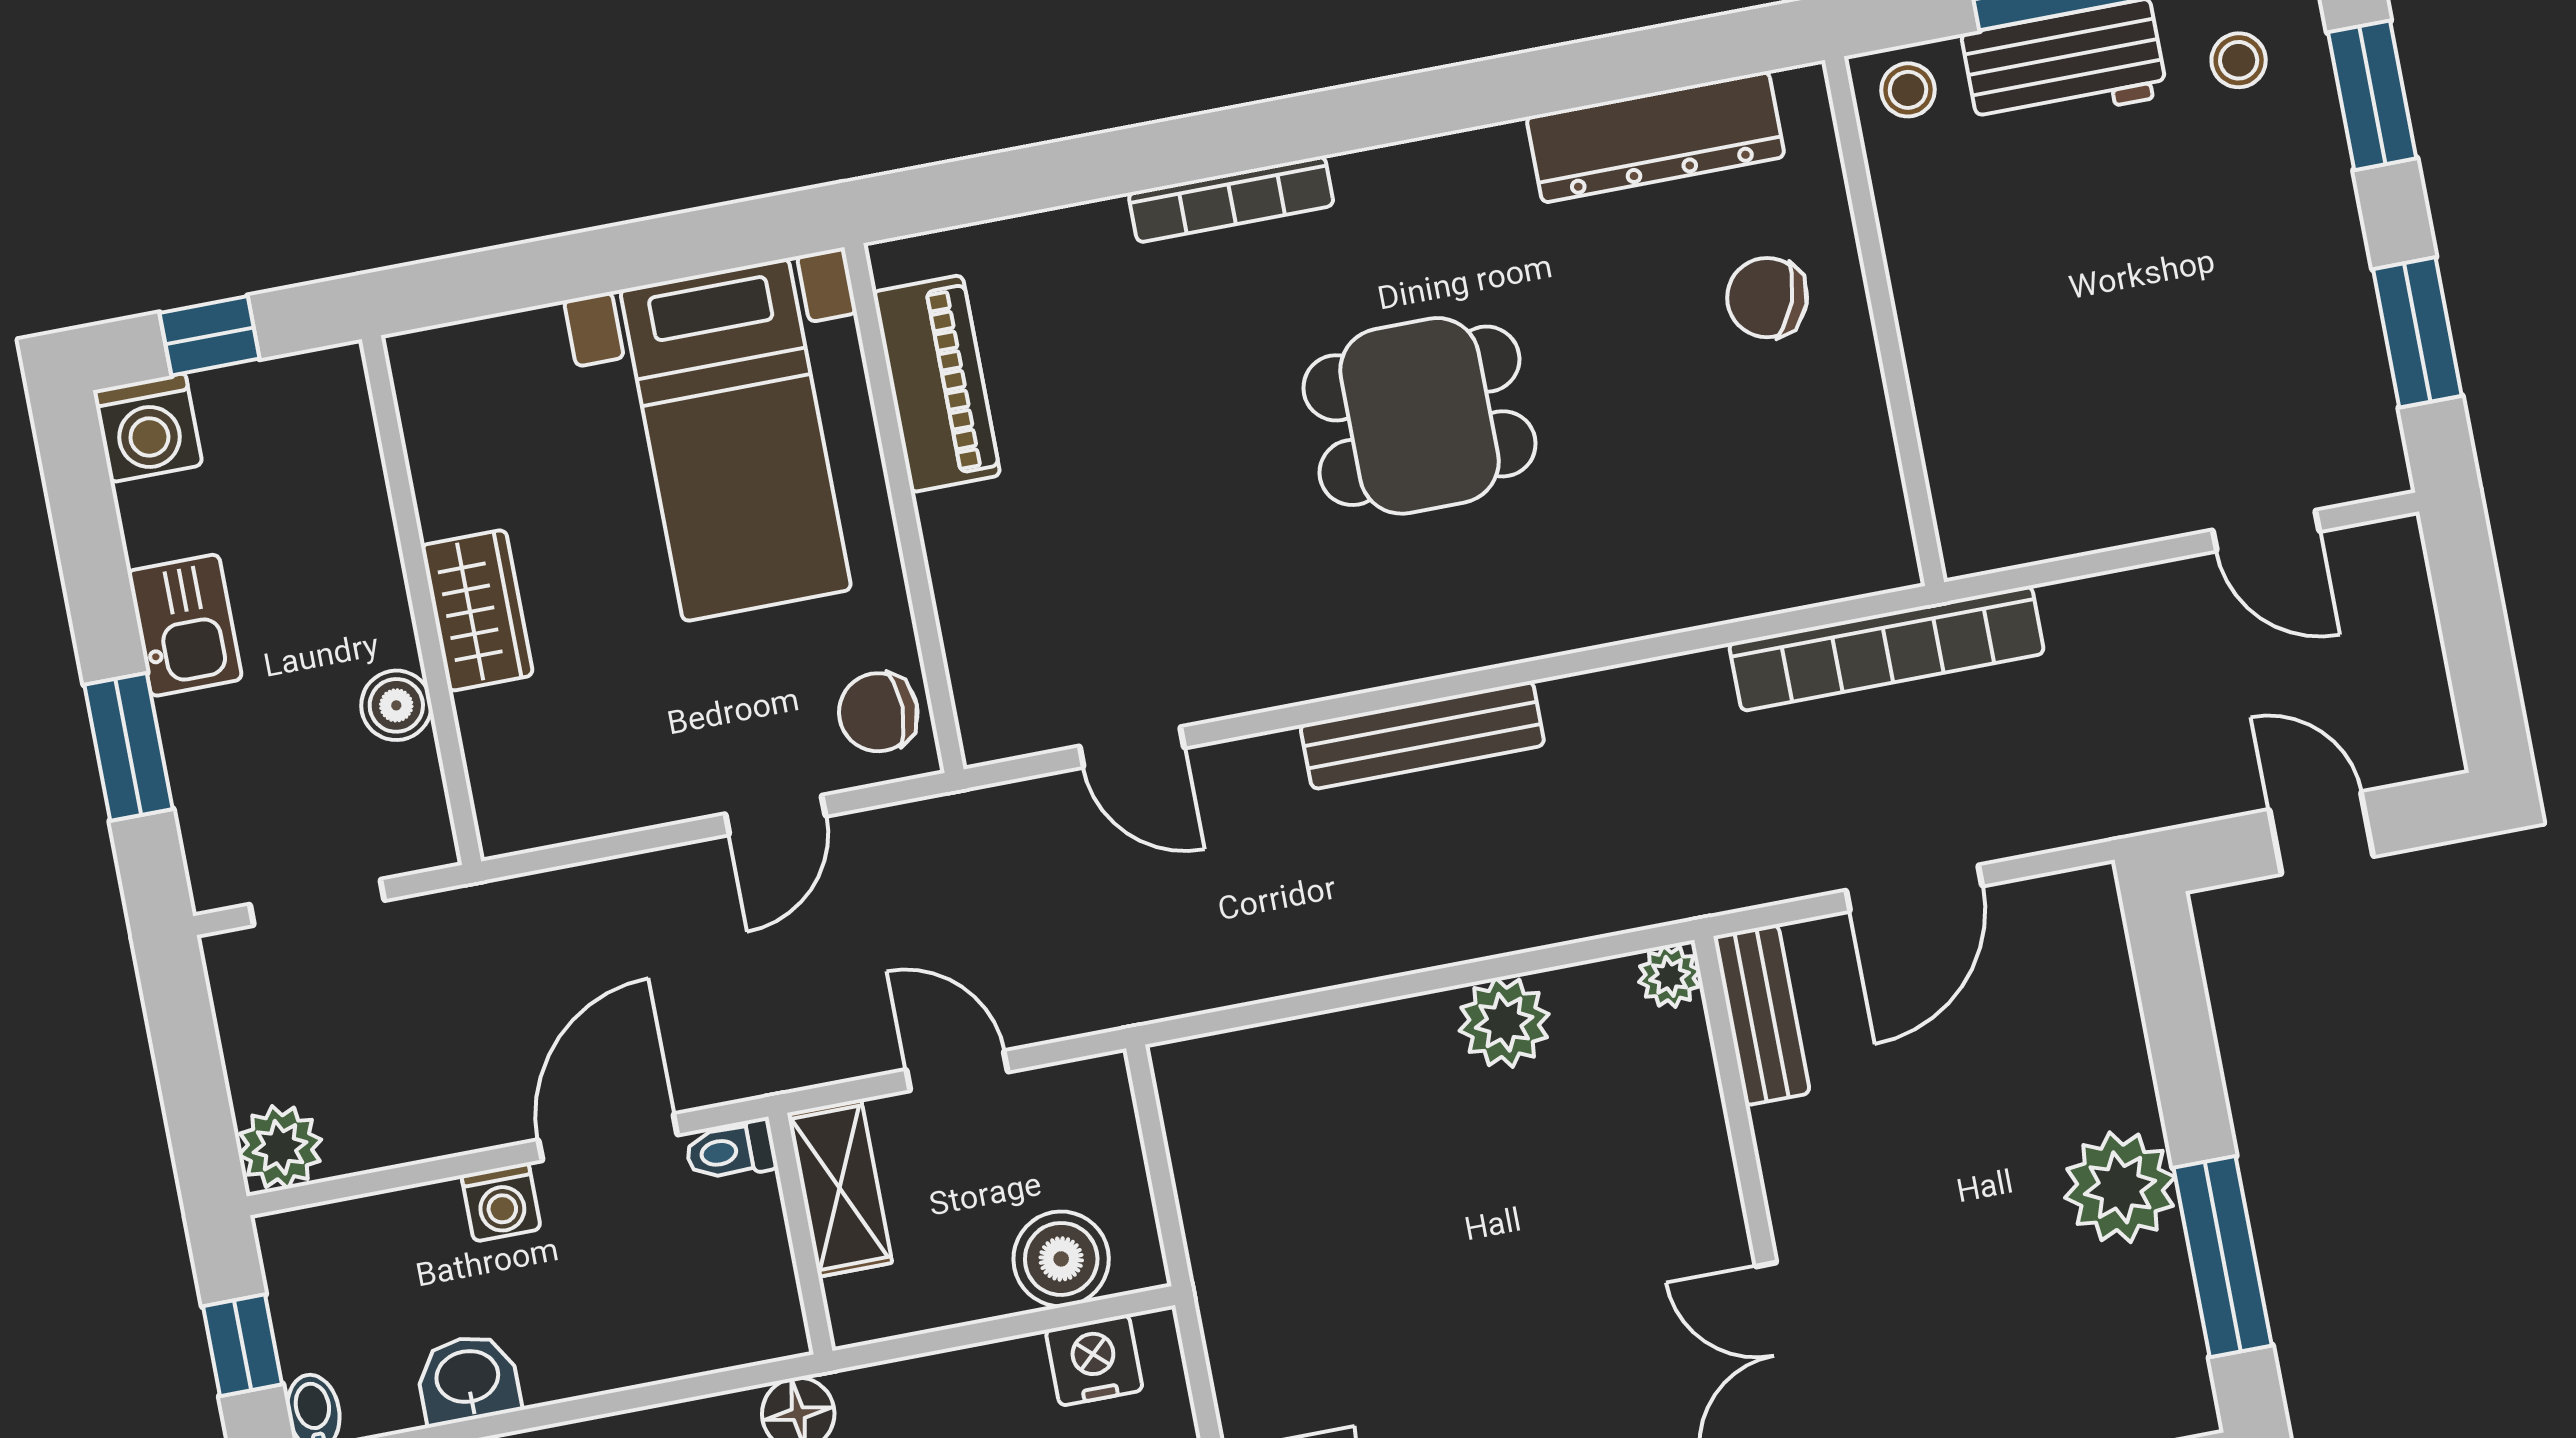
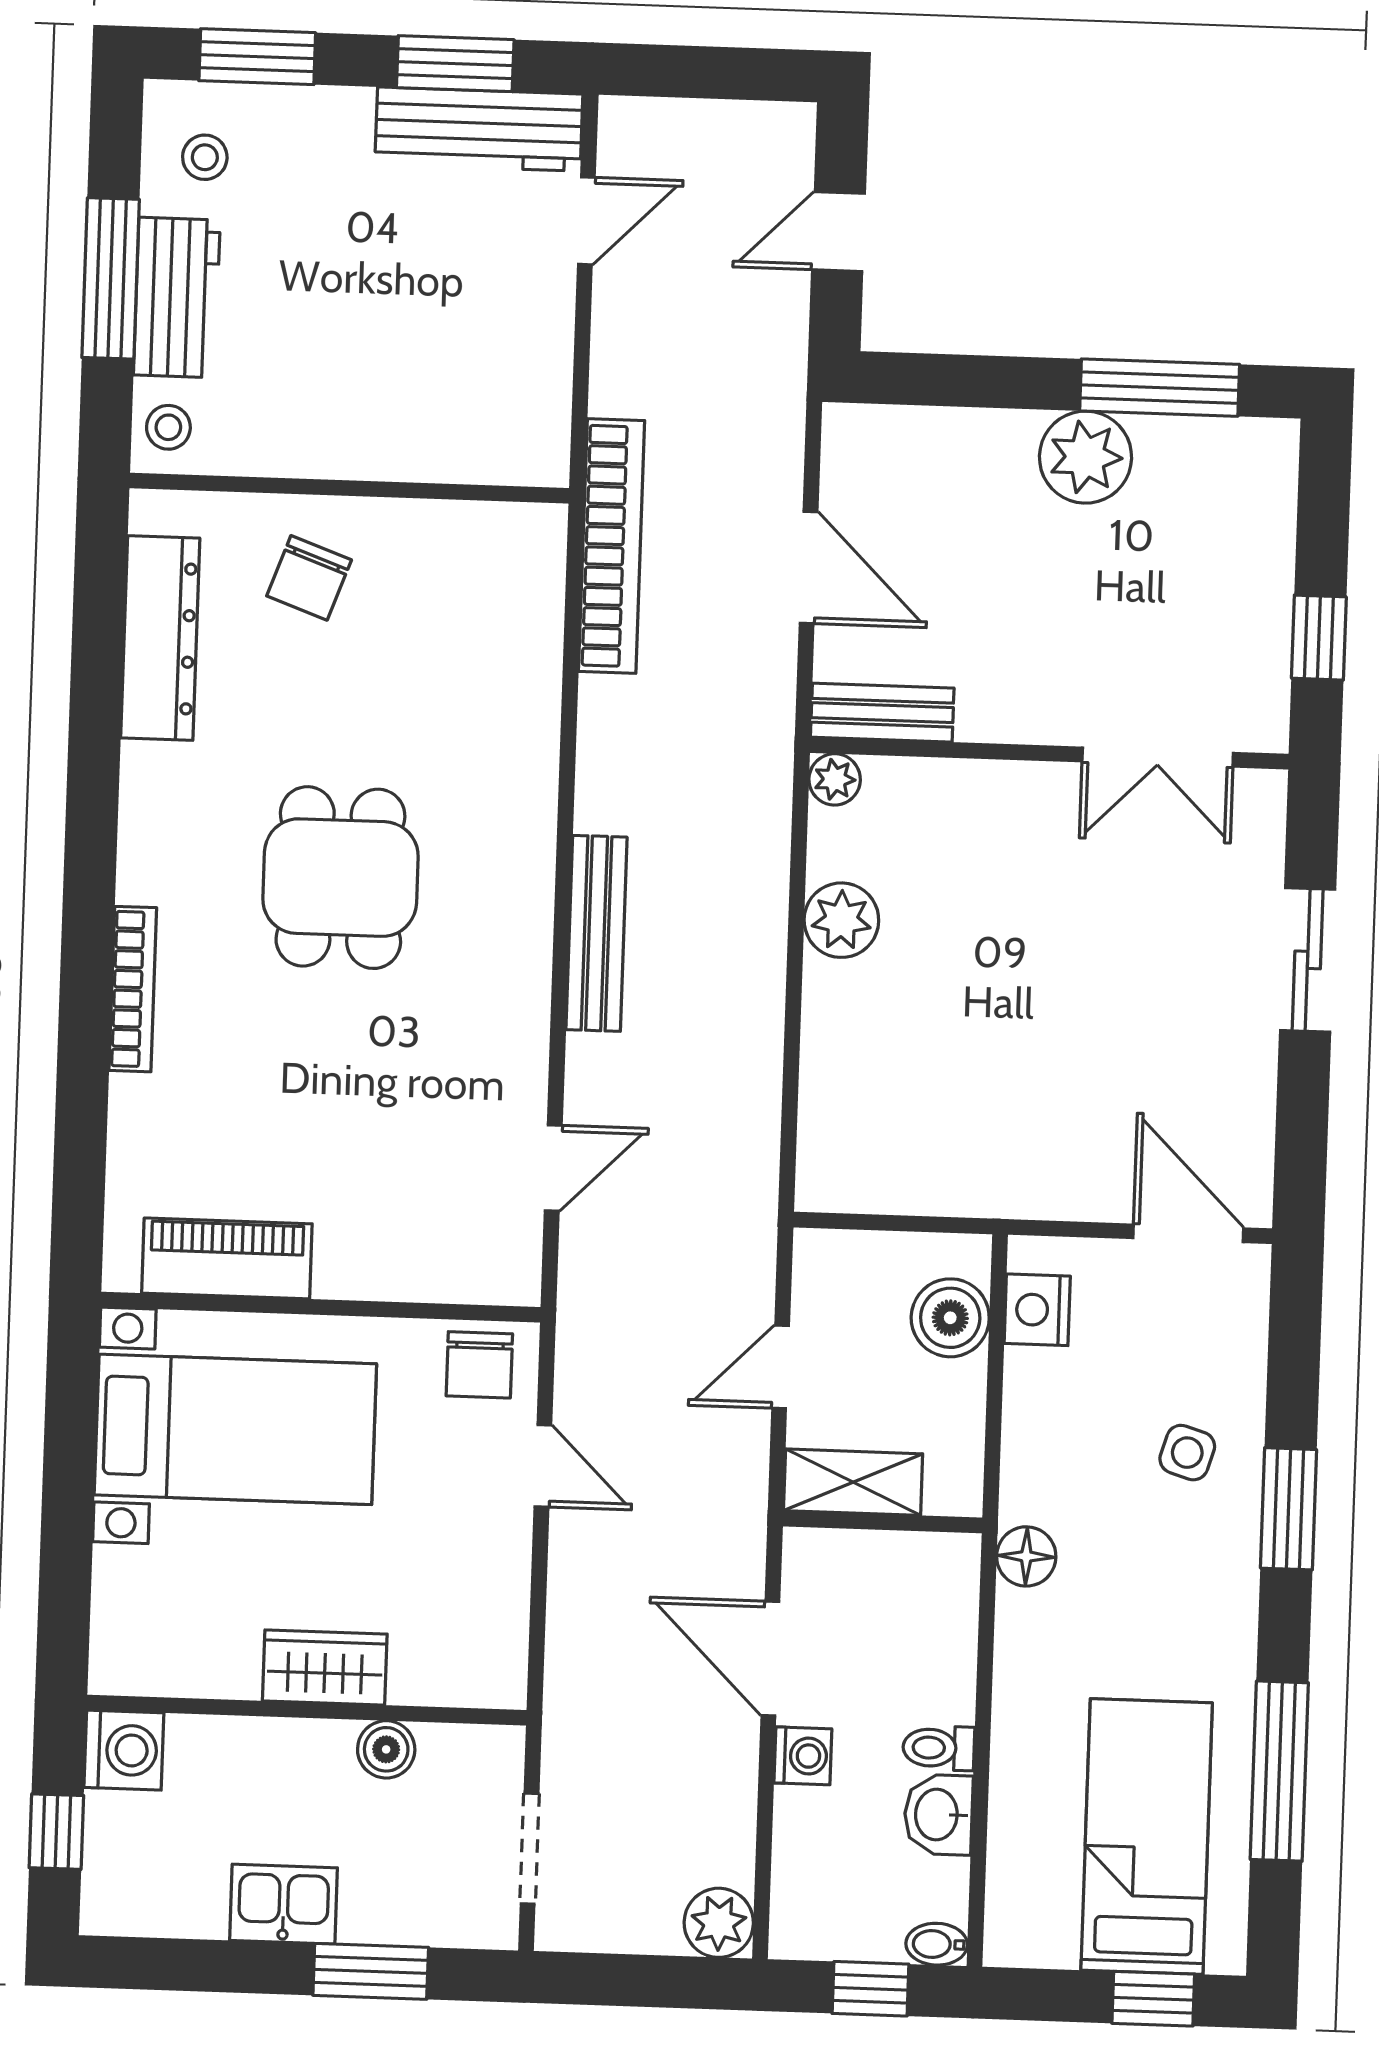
workbench: (2346, 378) -> (479, 129), added
washing machine: (148, 428) -> (124, 1750), moved
toilet: (731, 1151) -> (939, 1748), moved, turned 90

